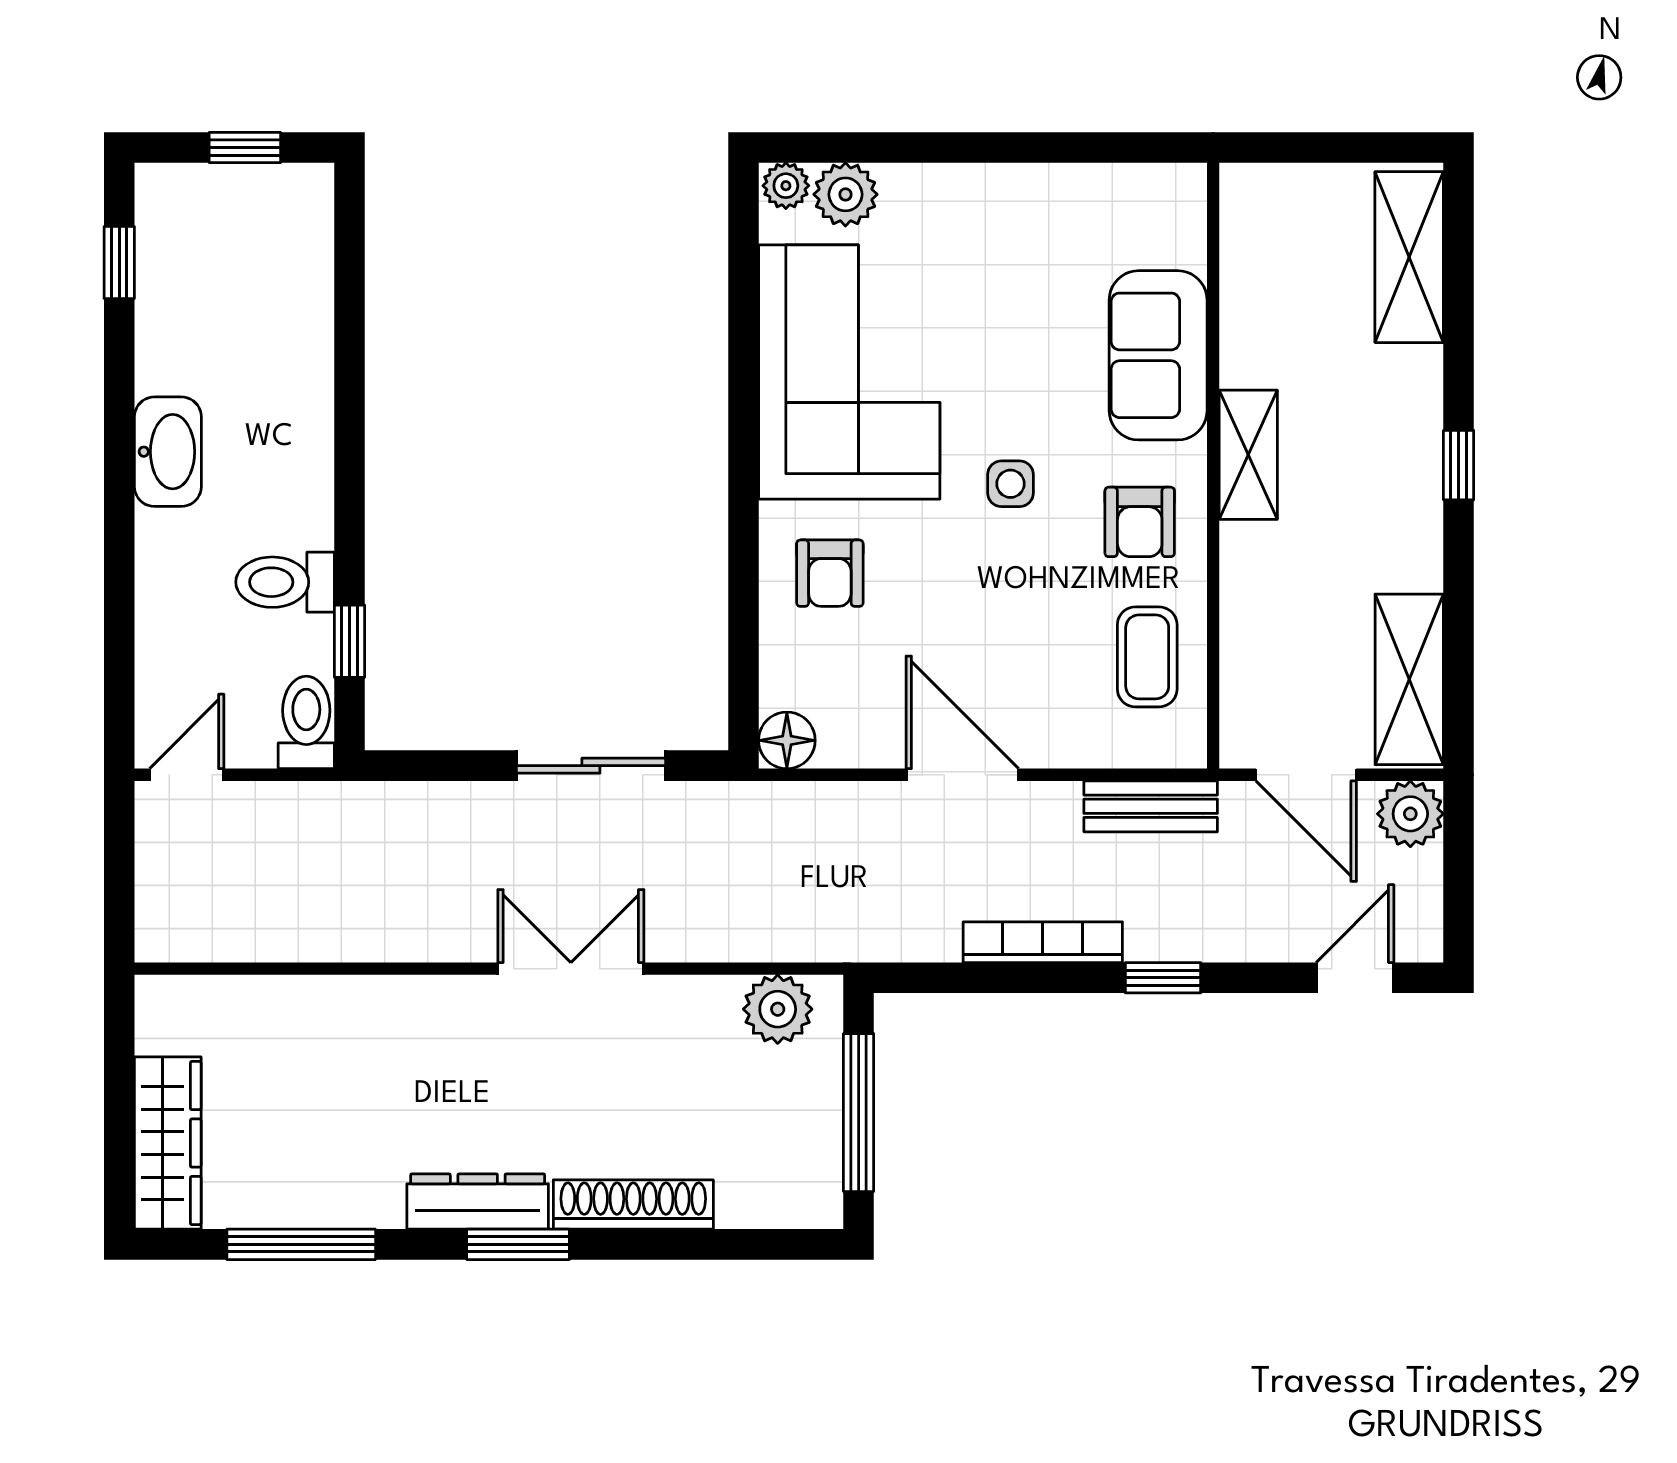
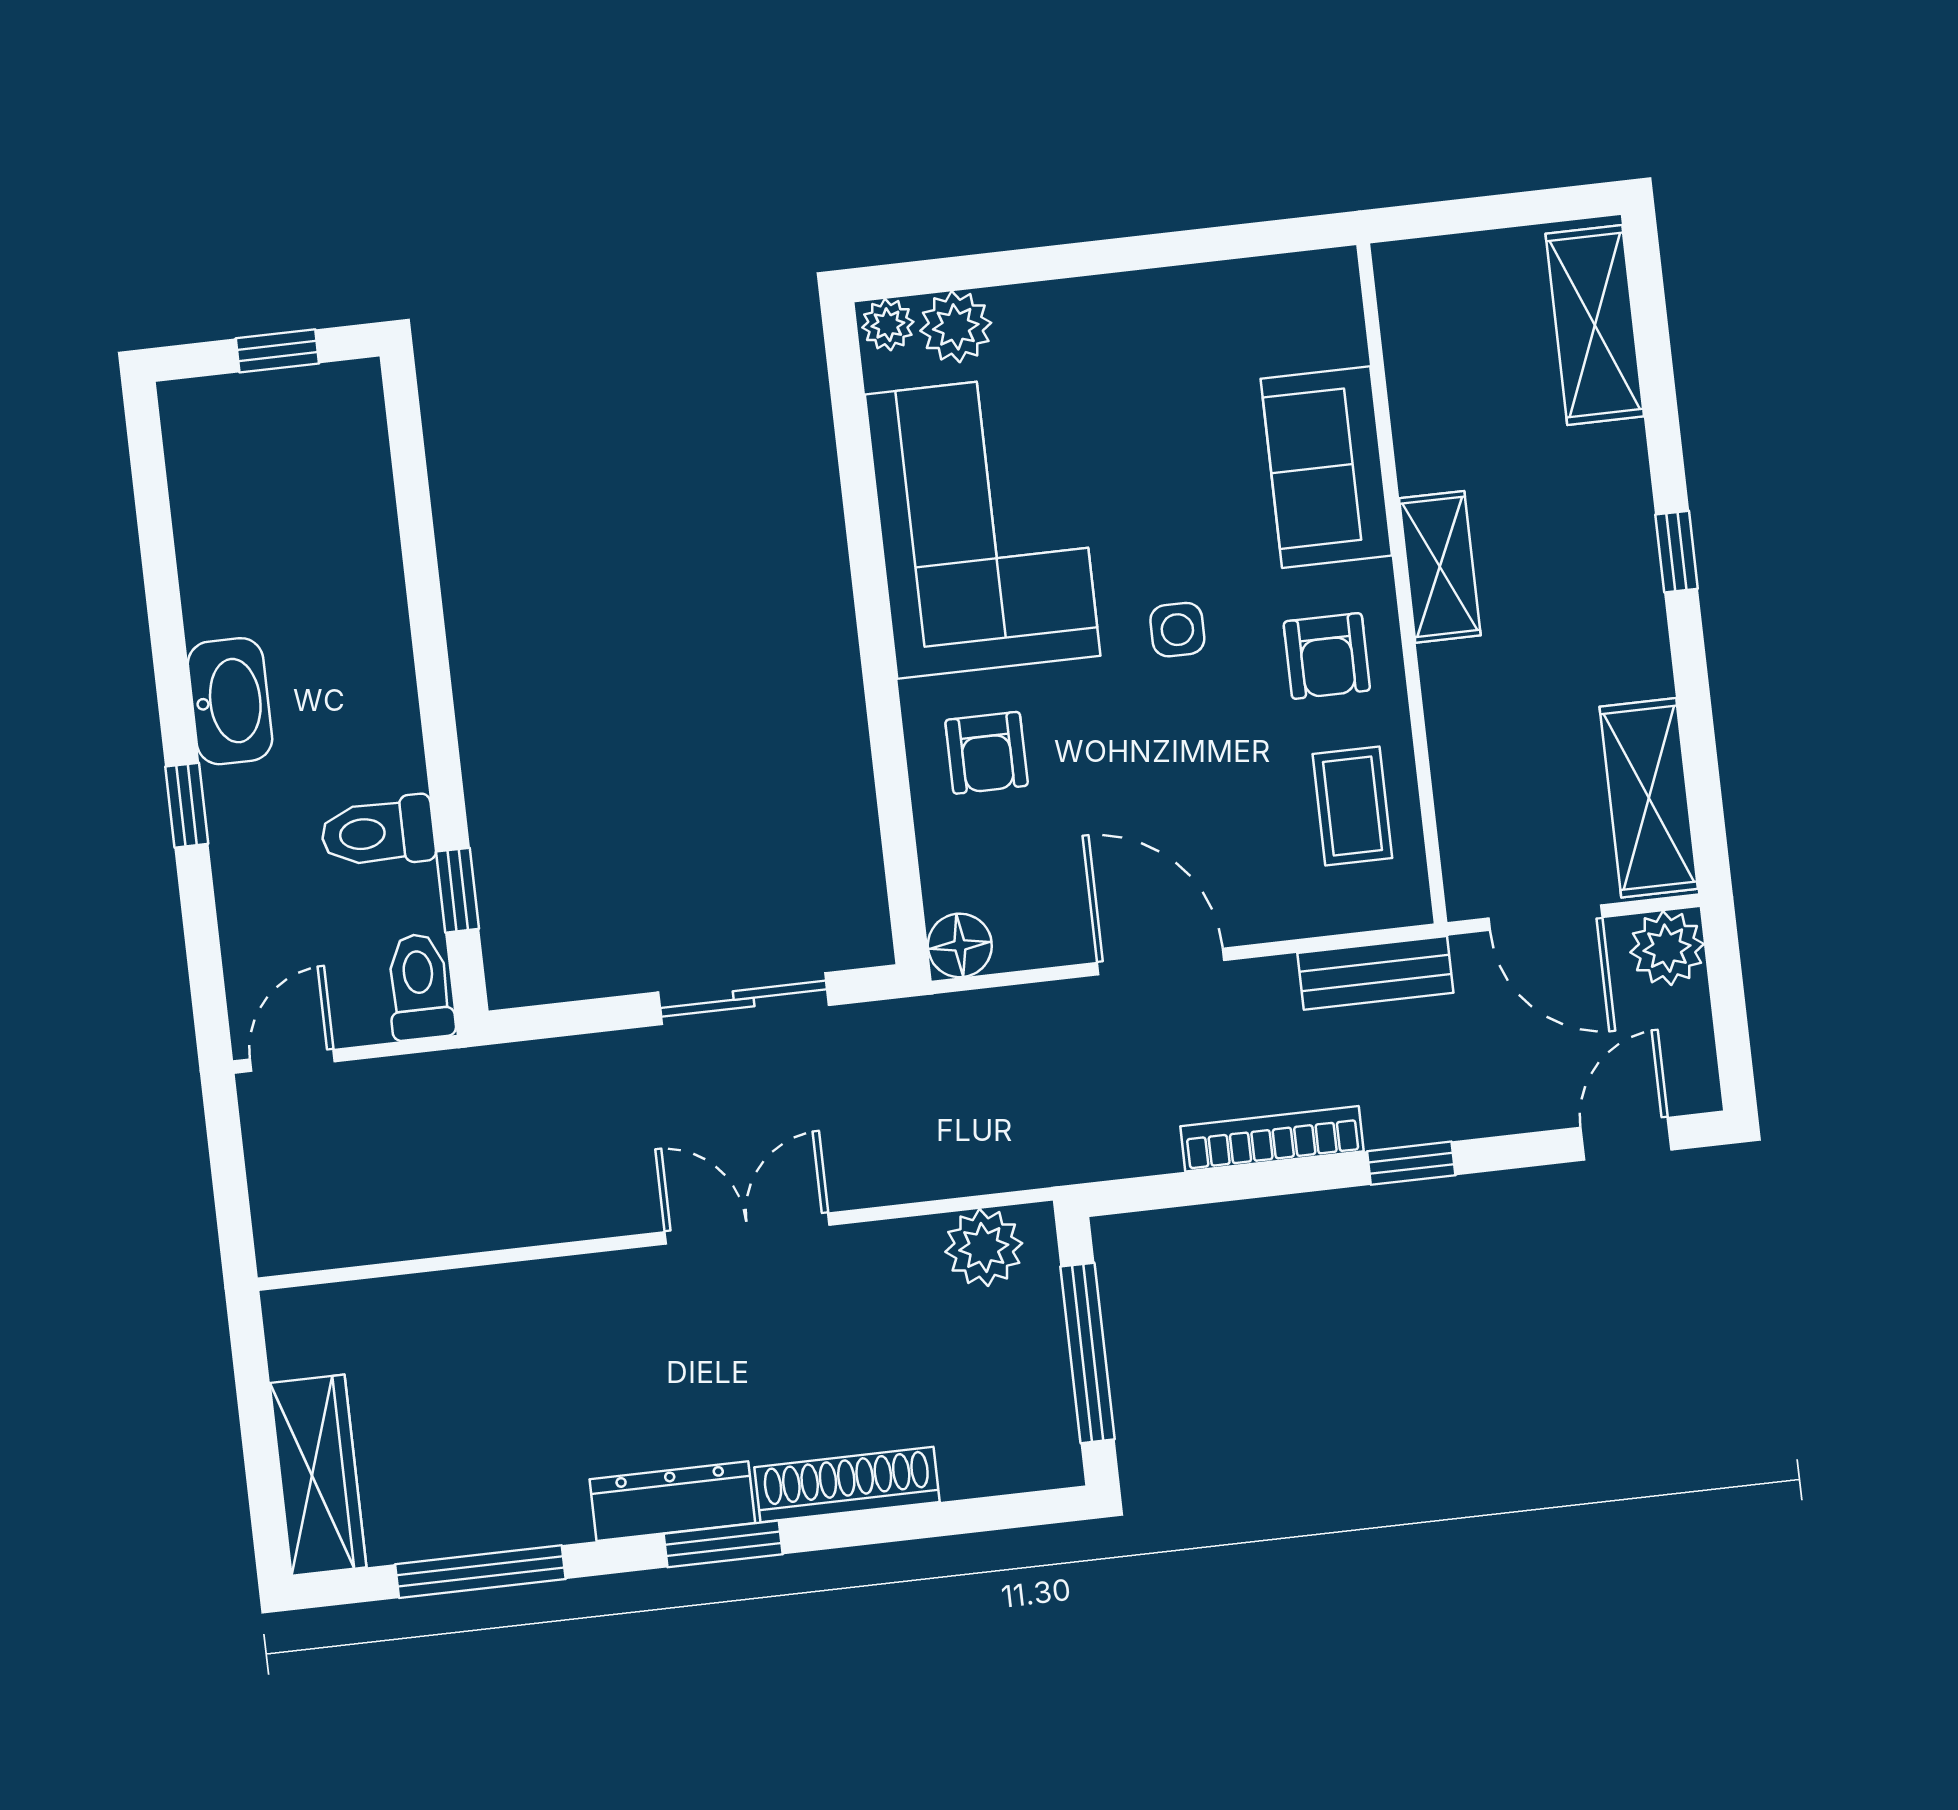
window: (119, 263) -> (187, 805), moved

